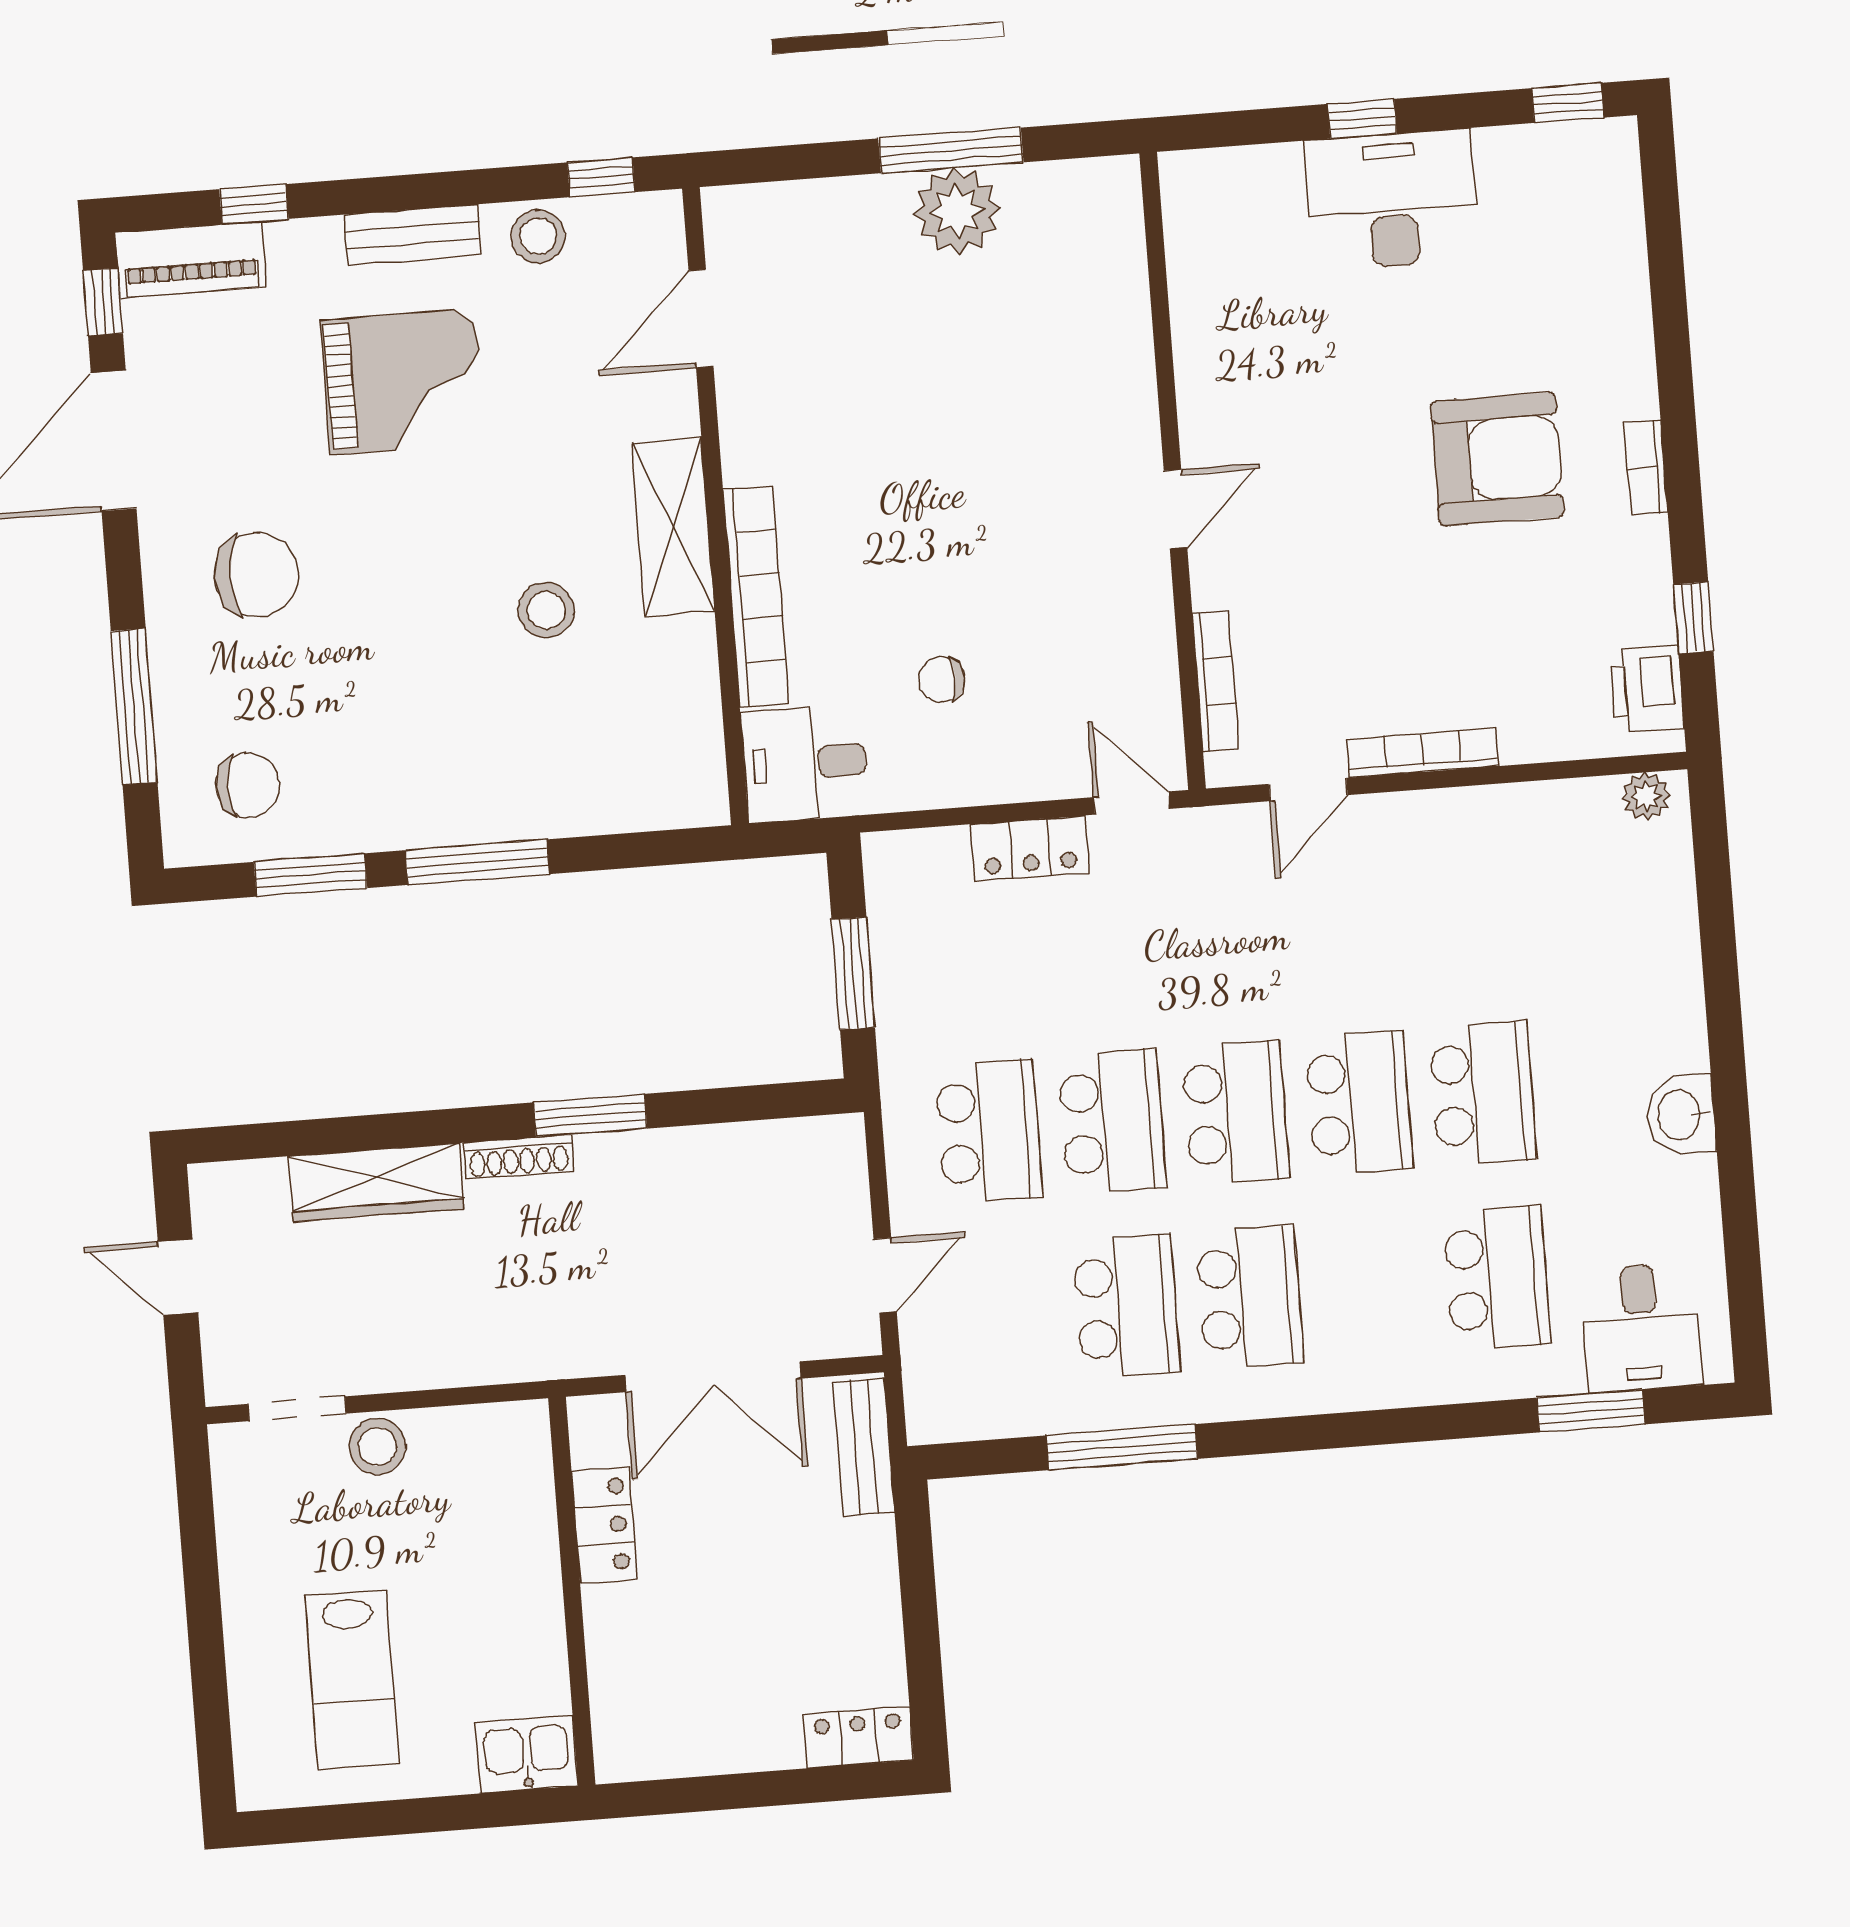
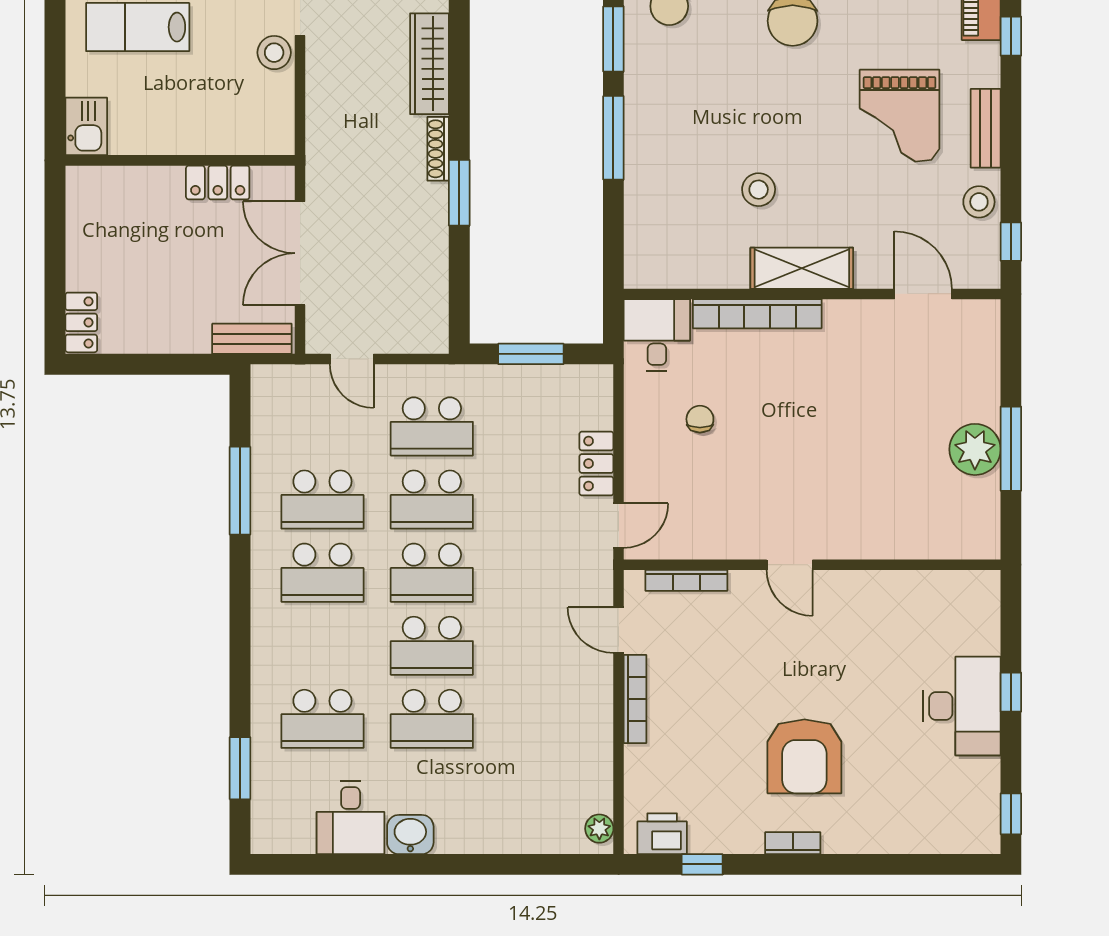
desk: (1641, 1328) -> (351, 818), moved, turned -90

